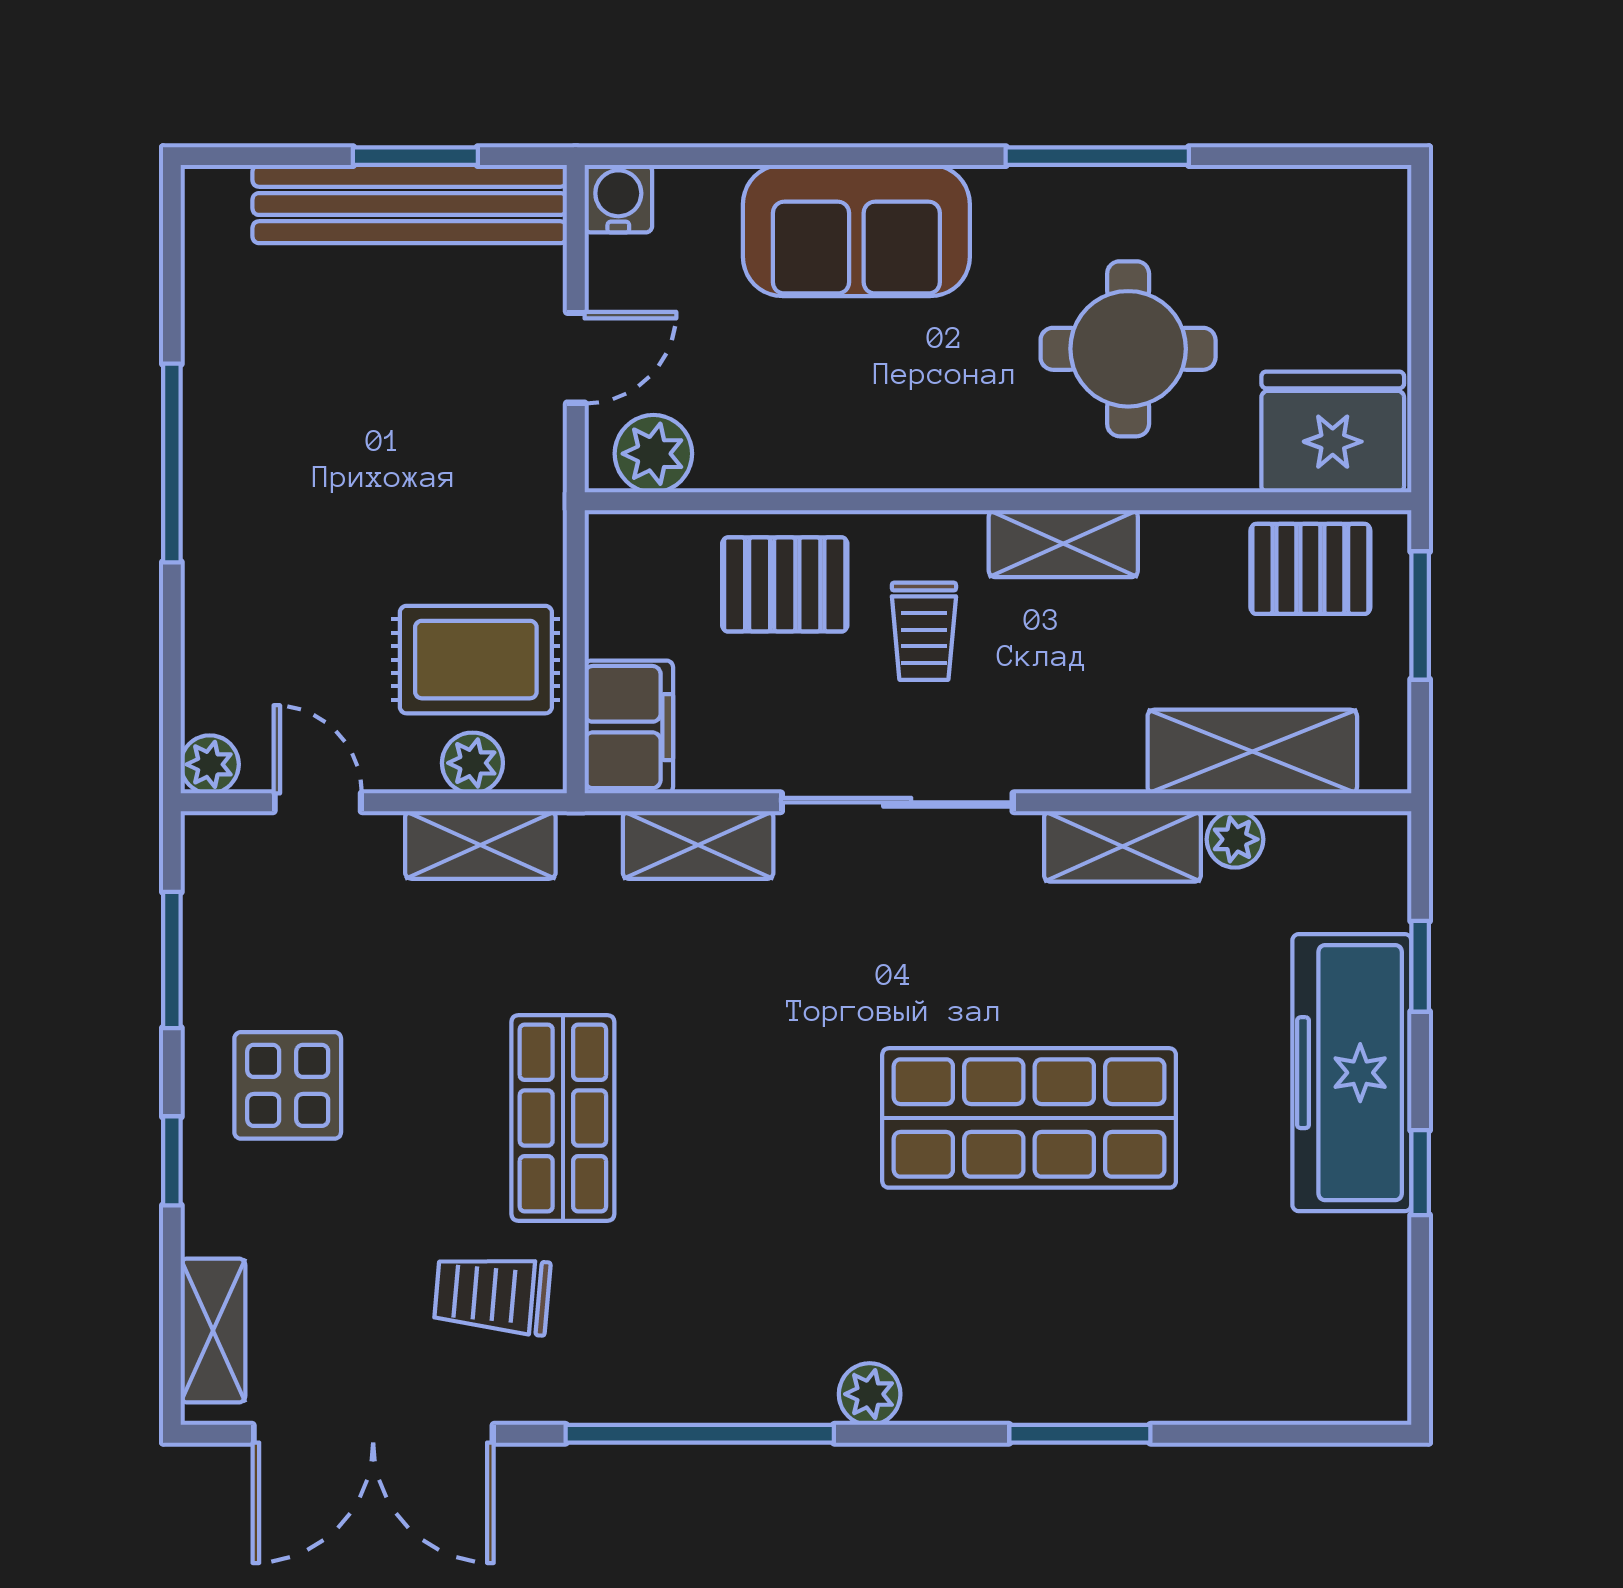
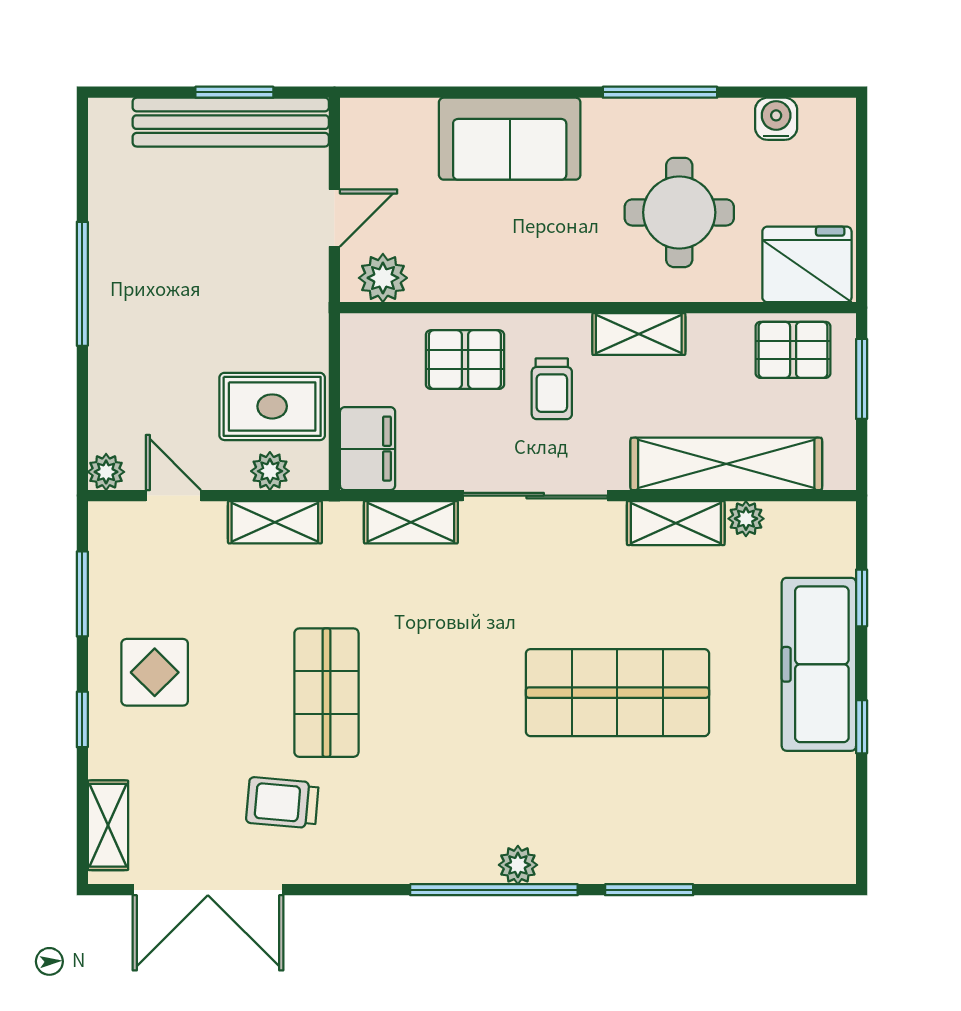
water cooler: (618, 199) -> (776, 119), moved
shelving: (1252, 752) -> (726, 464), width x1.47
window: (700, 1434) -> (494, 890), moved

